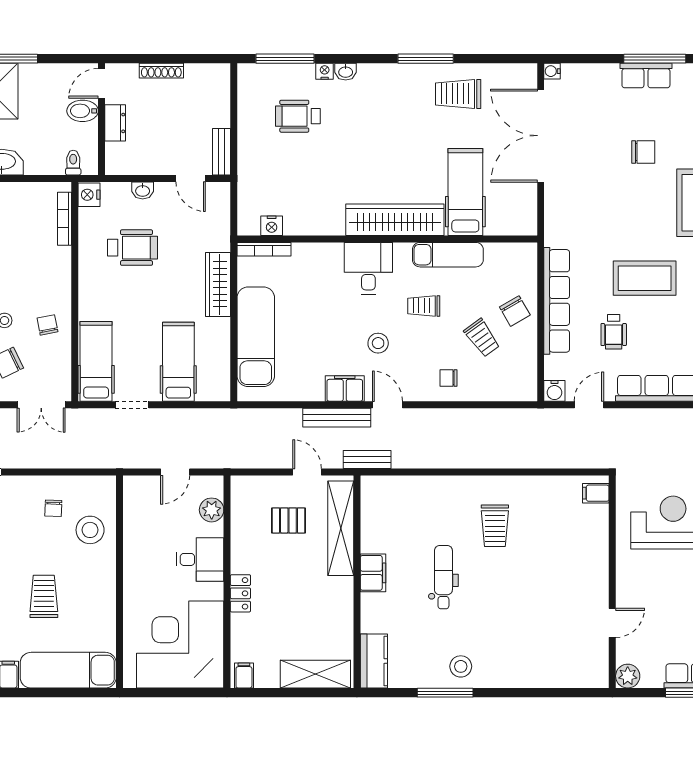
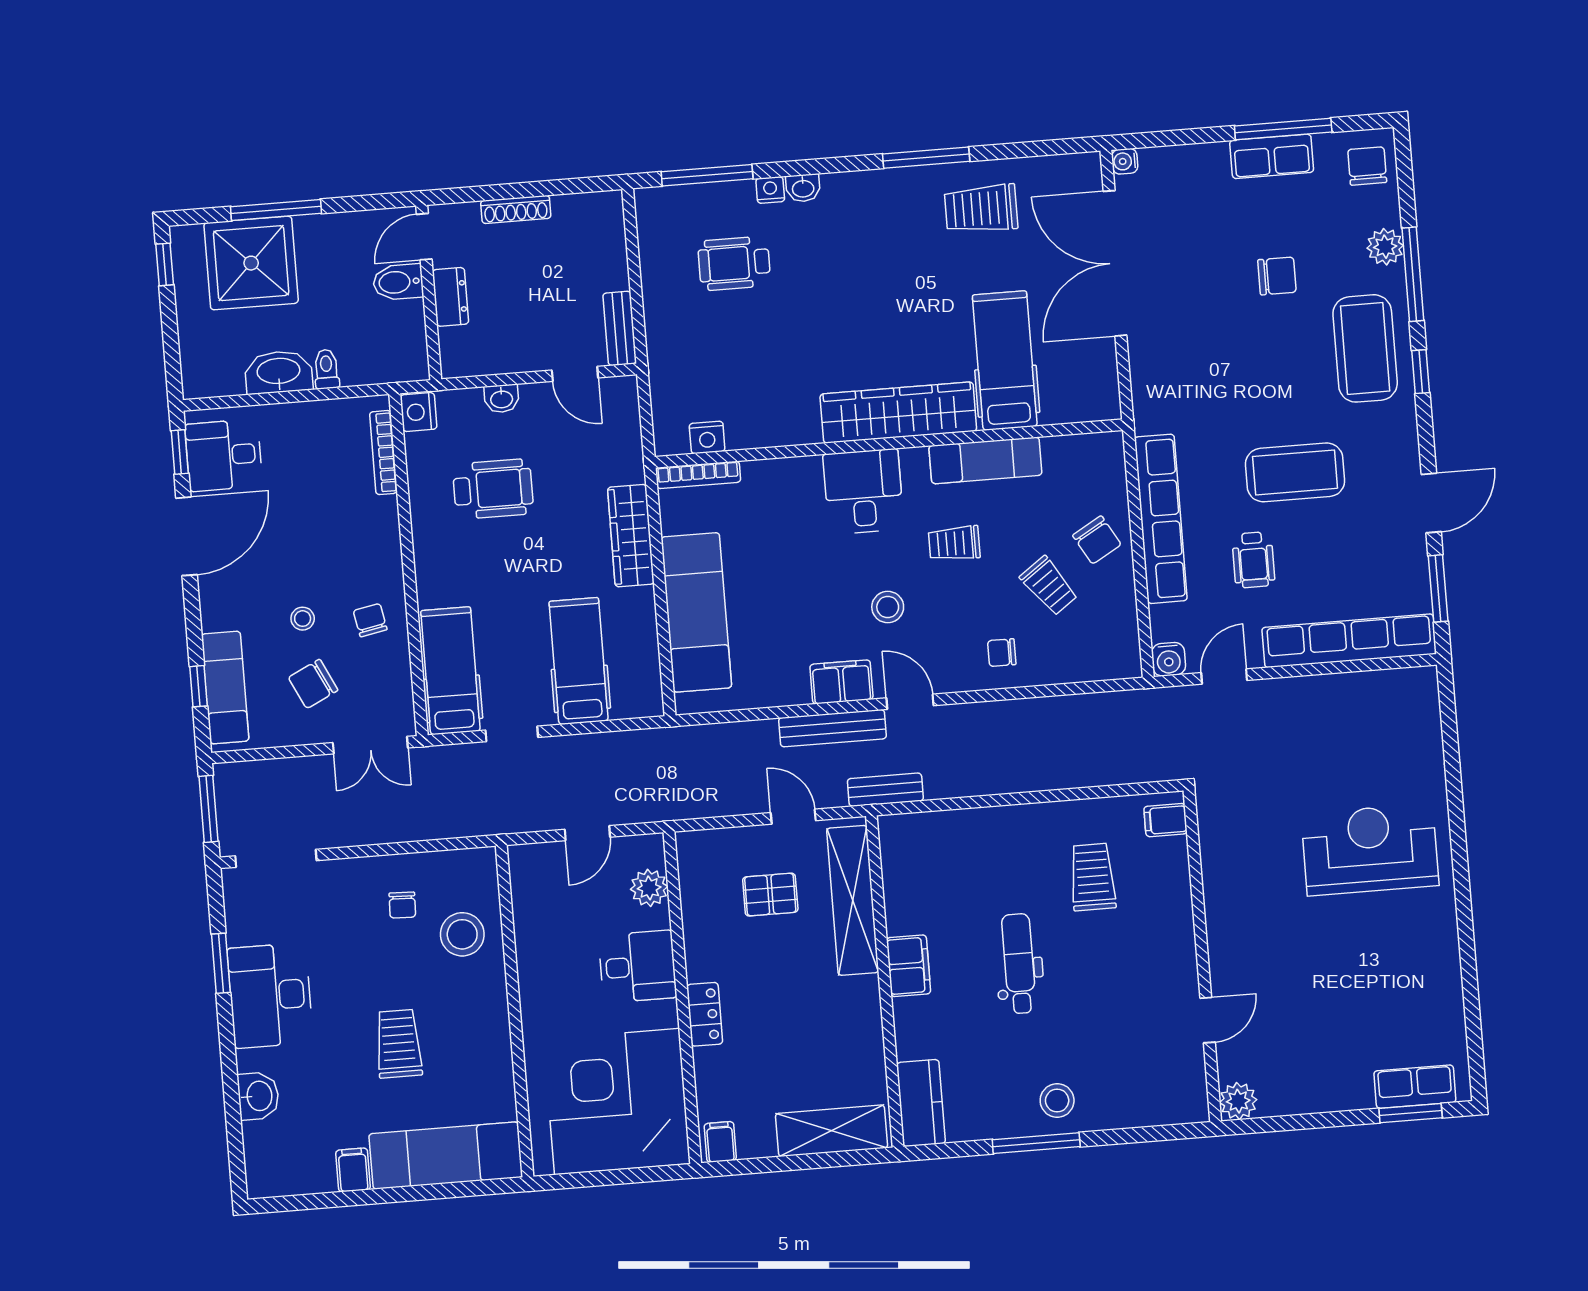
toilet: (73, 163) -> (326, 369), moved
filing cabinet: (596, 493) -> (1166, 820), moved
trolley: (495, 526) -> (1093, 877), turned 180
wall: (612, 582) -> (1202, 956), moved
door: (612, 623) -> (1208, 1020), moved
plant: (628, 676) -> (1238, 1101), moved

